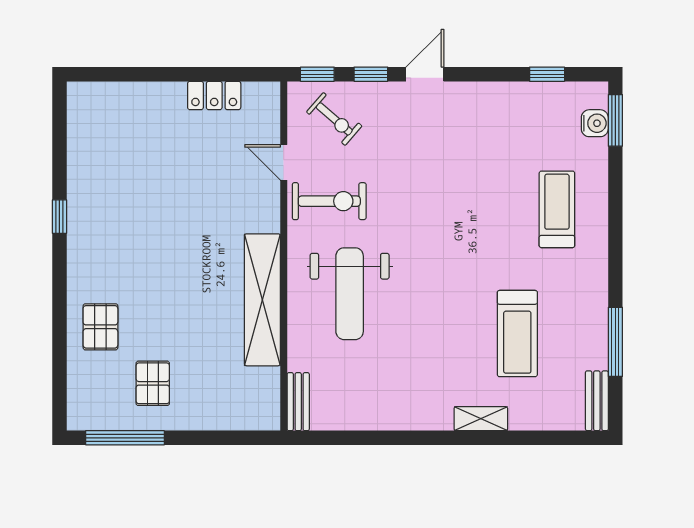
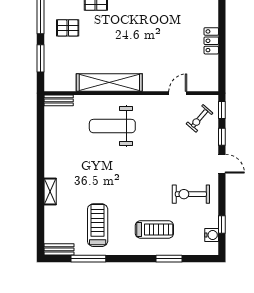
locker: (214, 95) -> (211, 41), moved
window: (615, 120) -> (169, 259), moved
water cooler: (595, 123) -> (212, 235), moved, turned -90
exercise bike: (329, 201) -> (191, 194), moved, turned 90
treadmill: (517, 334) -> (98, 225), moved, turned 90
window: (214, 438) -> (40, 58), added

